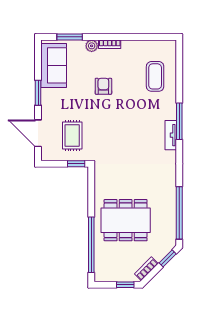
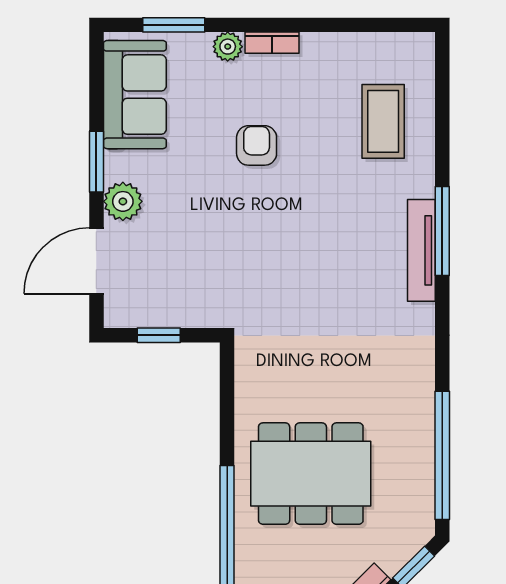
plant: (49, 109) -> (123, 201), added
door: (38, 133) -> (96, 261), hinge flipped
tv unit: (171, 135) -> (421, 250), width x1.41
rug: (72, 136) -> (180, 266), removed
window: (76, 164) -> (159, 335), moved

